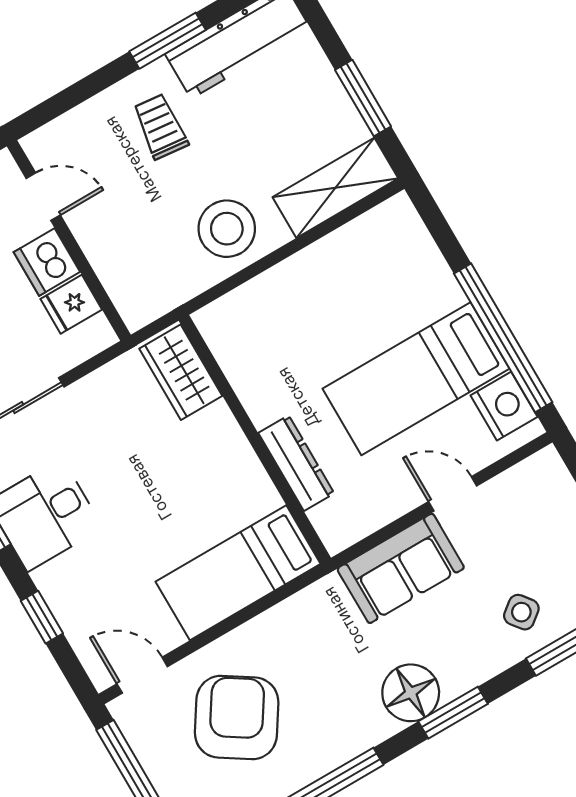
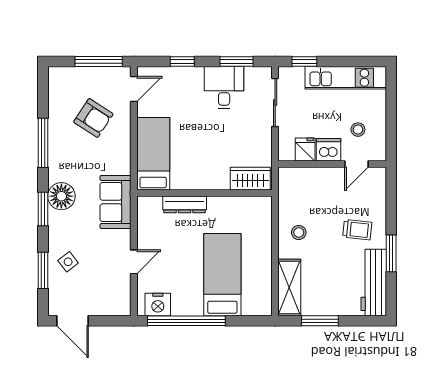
stool: (227, 229) -> (299, 232), width x0.53, depth x0.53
bed: (416, 379) -> (222, 275), moved
sofa: (401, 568) -> (116, 202), moved
armchair: (237, 718) -> (93, 118), width x0.73, depth x0.73

